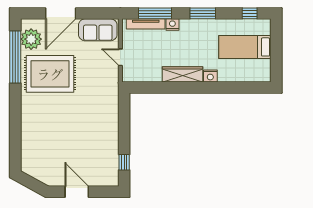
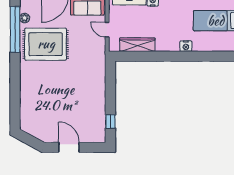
plant: (31, 39) -> (25, 18), width x0.53, depth x0.53
wardrobe: (182, 74) -> (137, 45), moved

